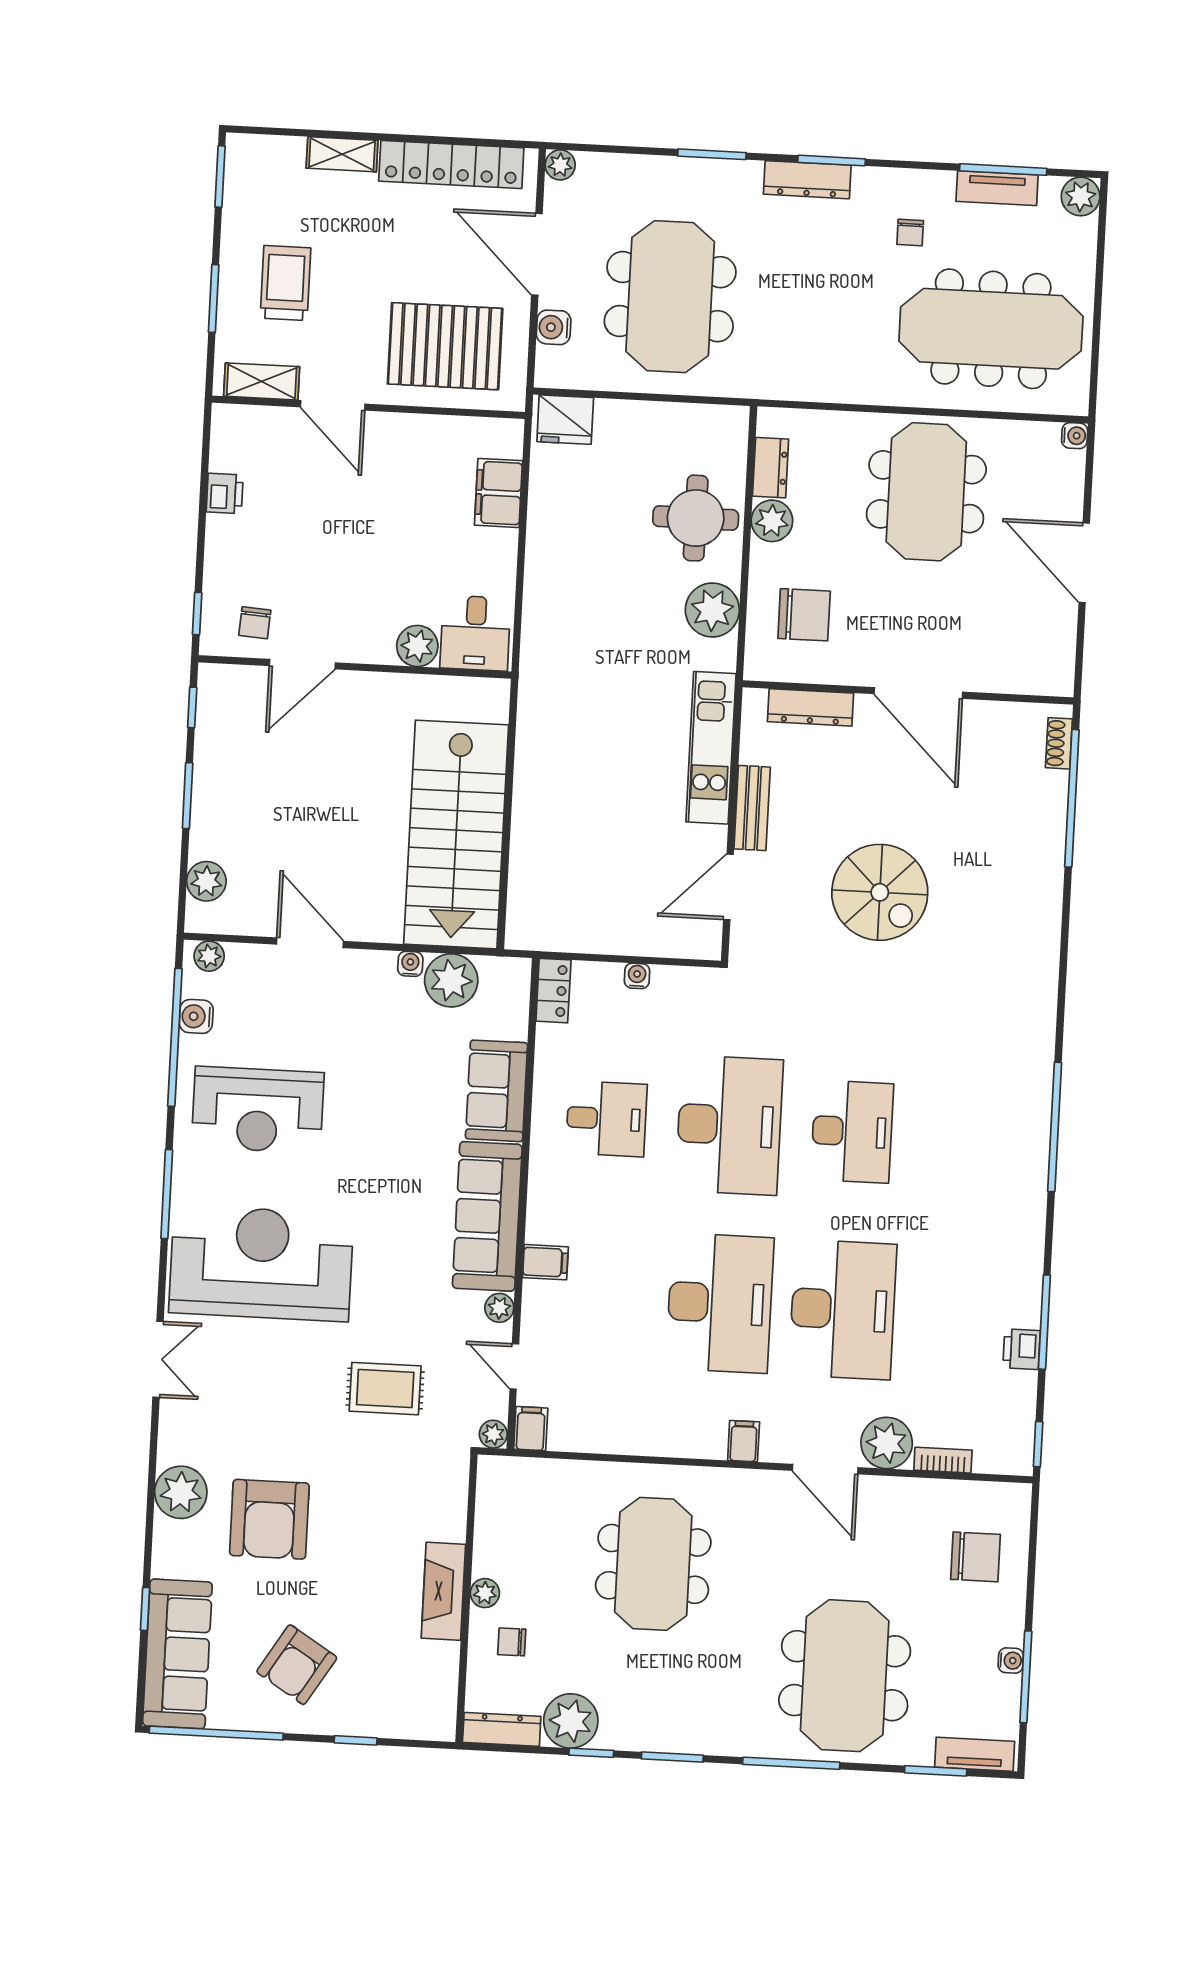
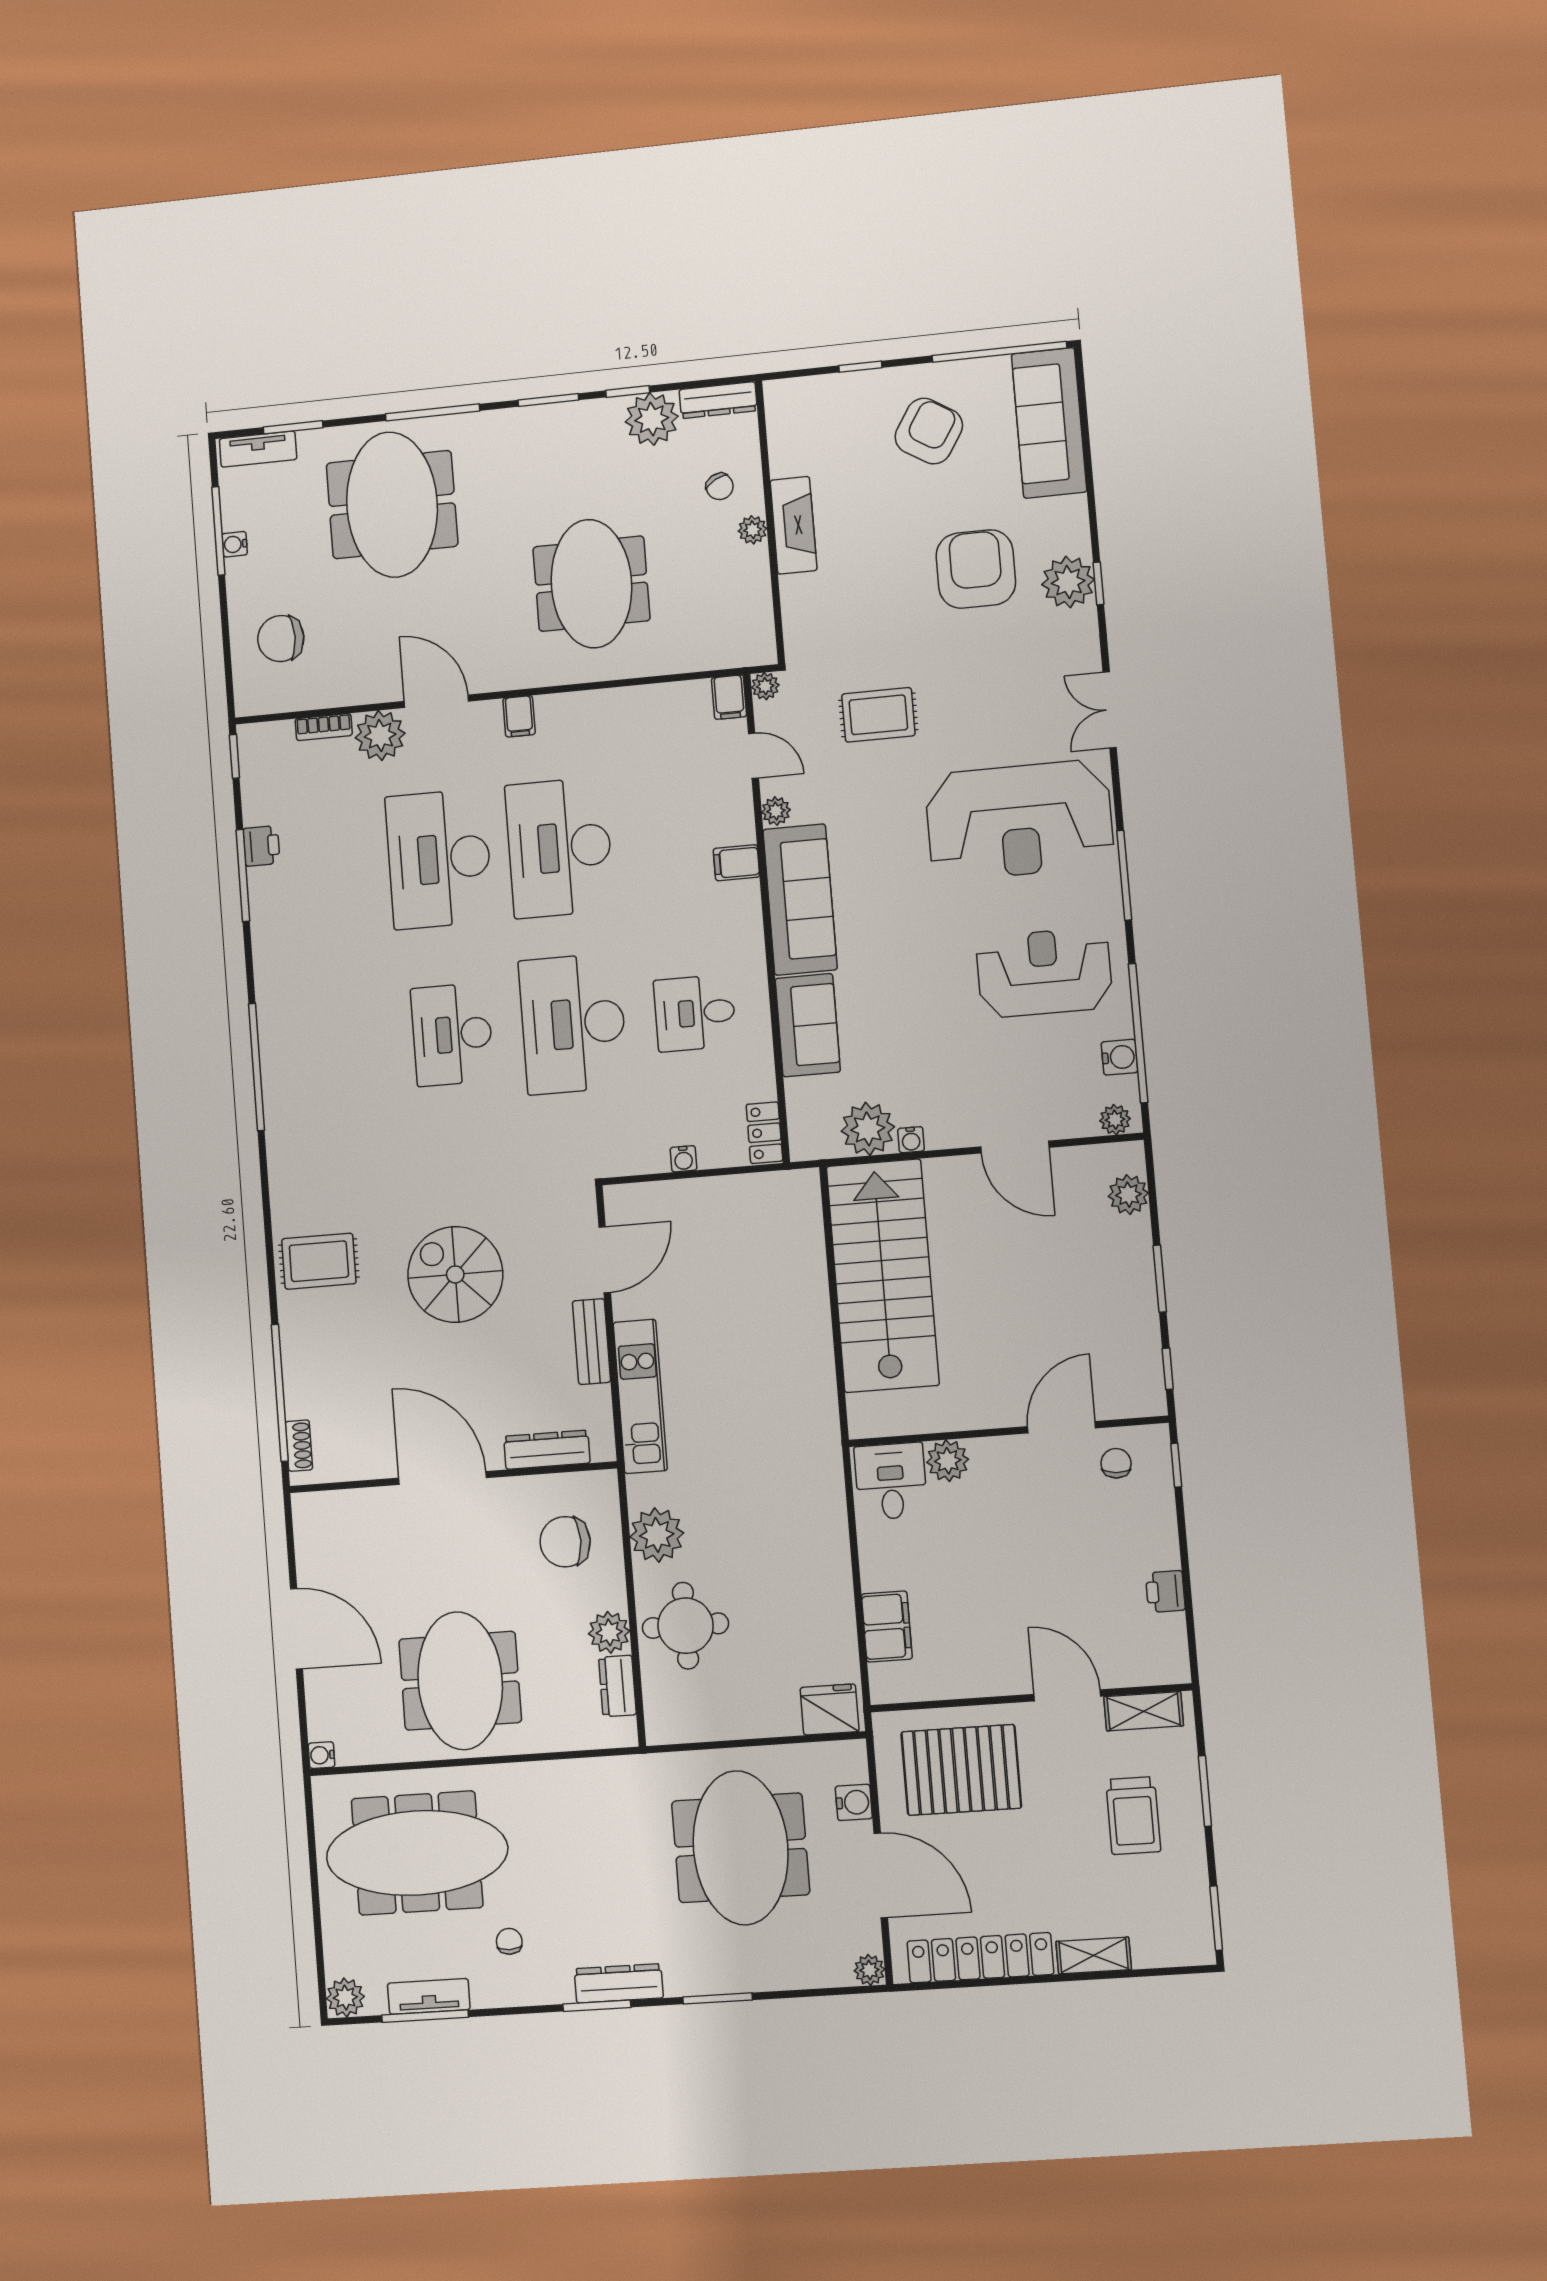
rug: (1016, 924) -> (319, 1261), added
window: (145, 1609) -> (1098, 583), moved
chair: (512, 1642) -> (720, 486), turned 61

